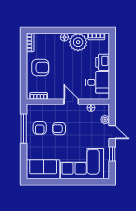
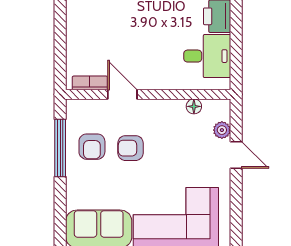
armchair: (40, 67) -> (93, 27), removed
door: (71, 102) -> (122, 94), moved
window: (112, 154) -> (236, 198), removed

